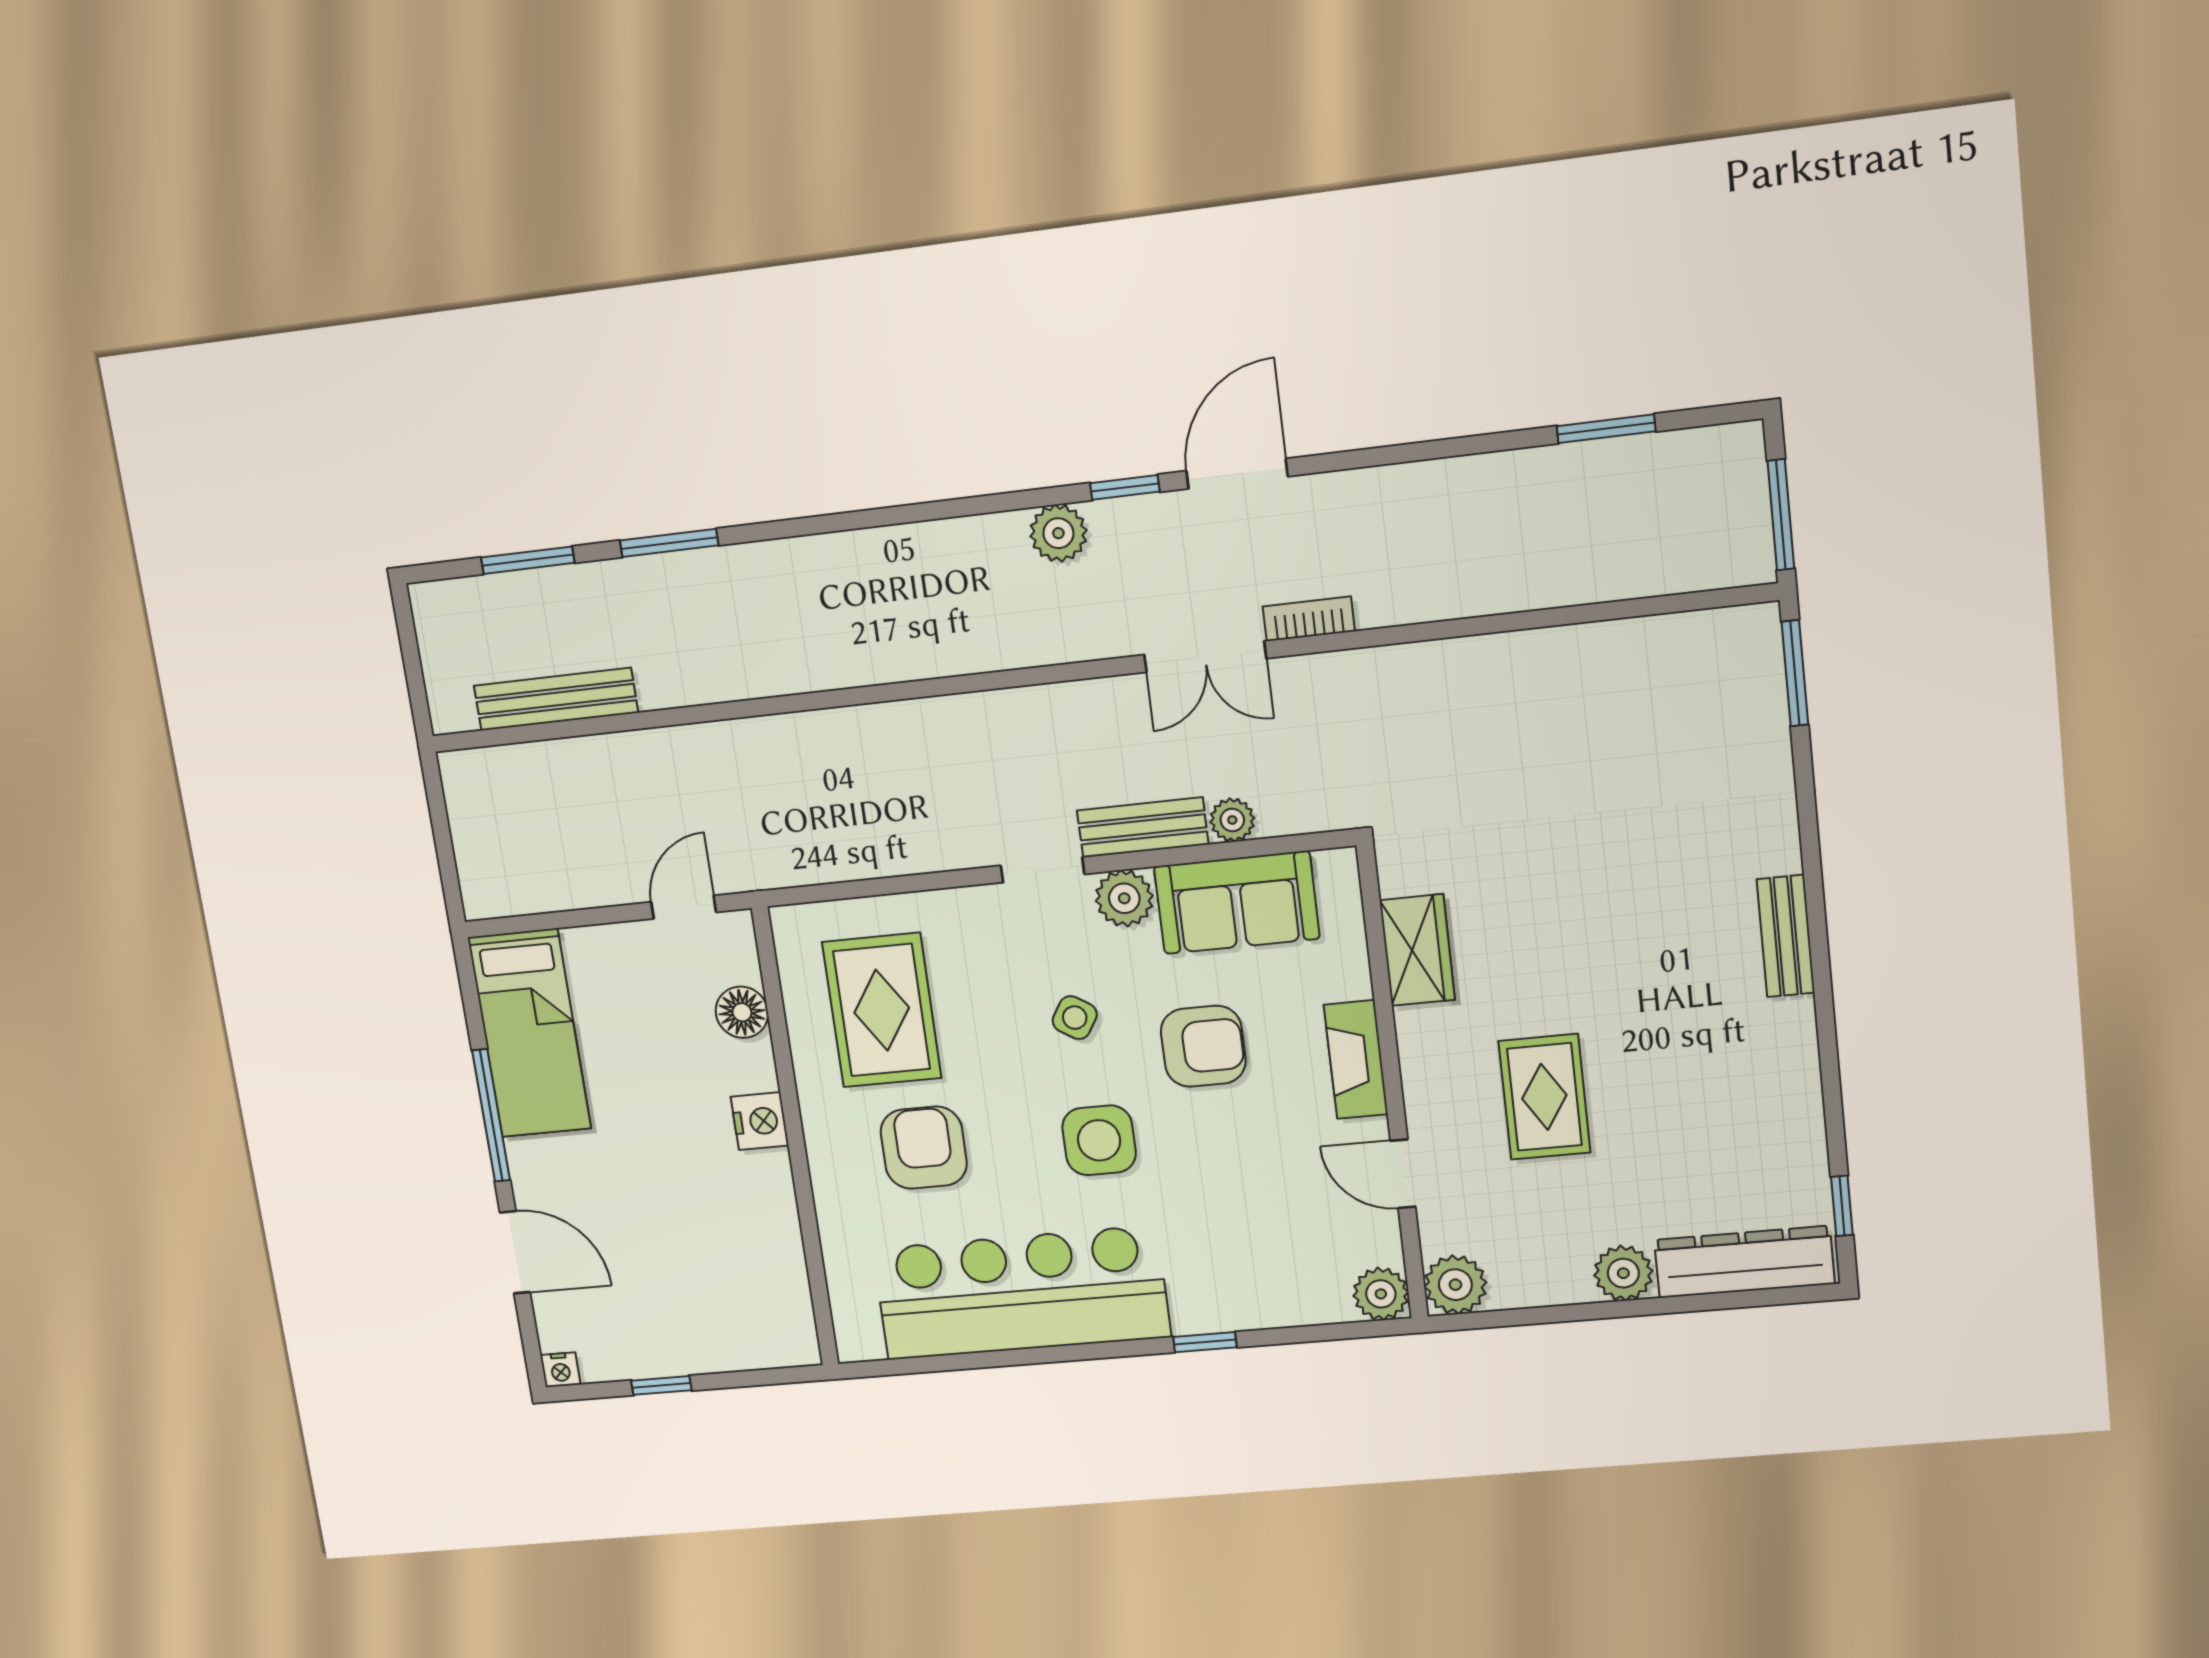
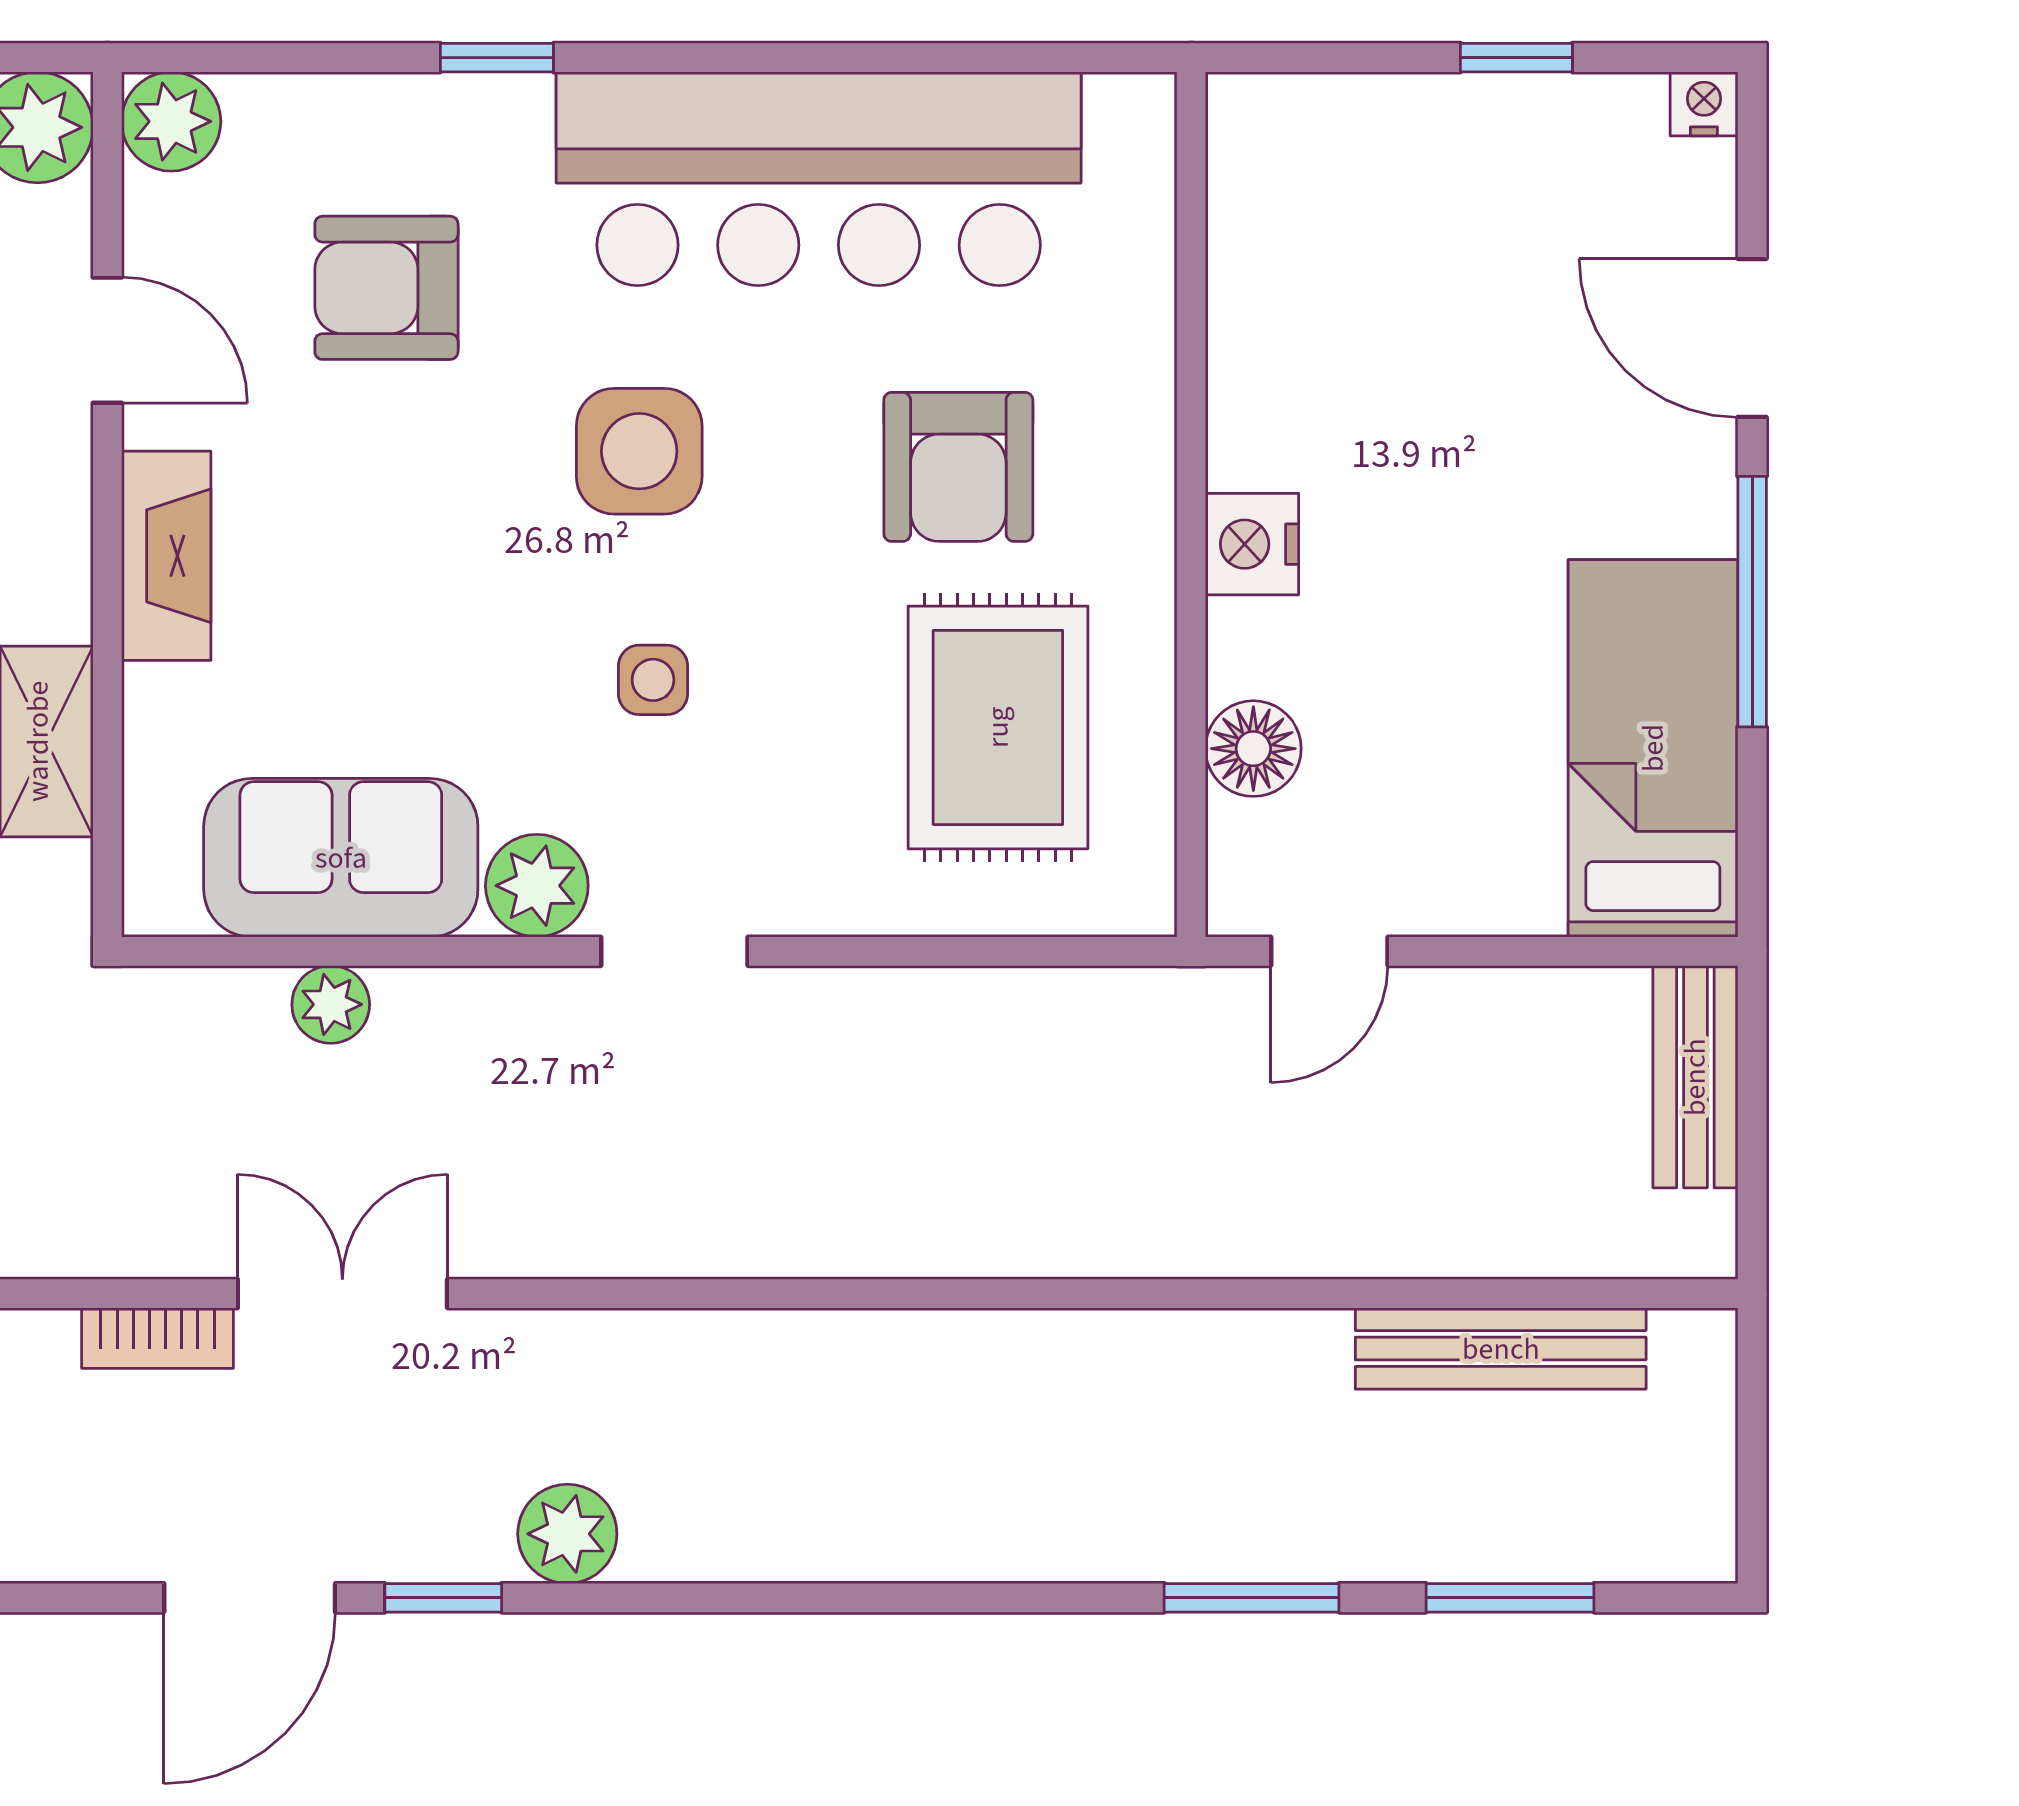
bench: (1143, 827) -> (1695, 1077), moved, turned 90
side table: (1075, 1018) -> (653, 680), turned -32
armchair: (1203, 1046) -> (386, 288), moved

